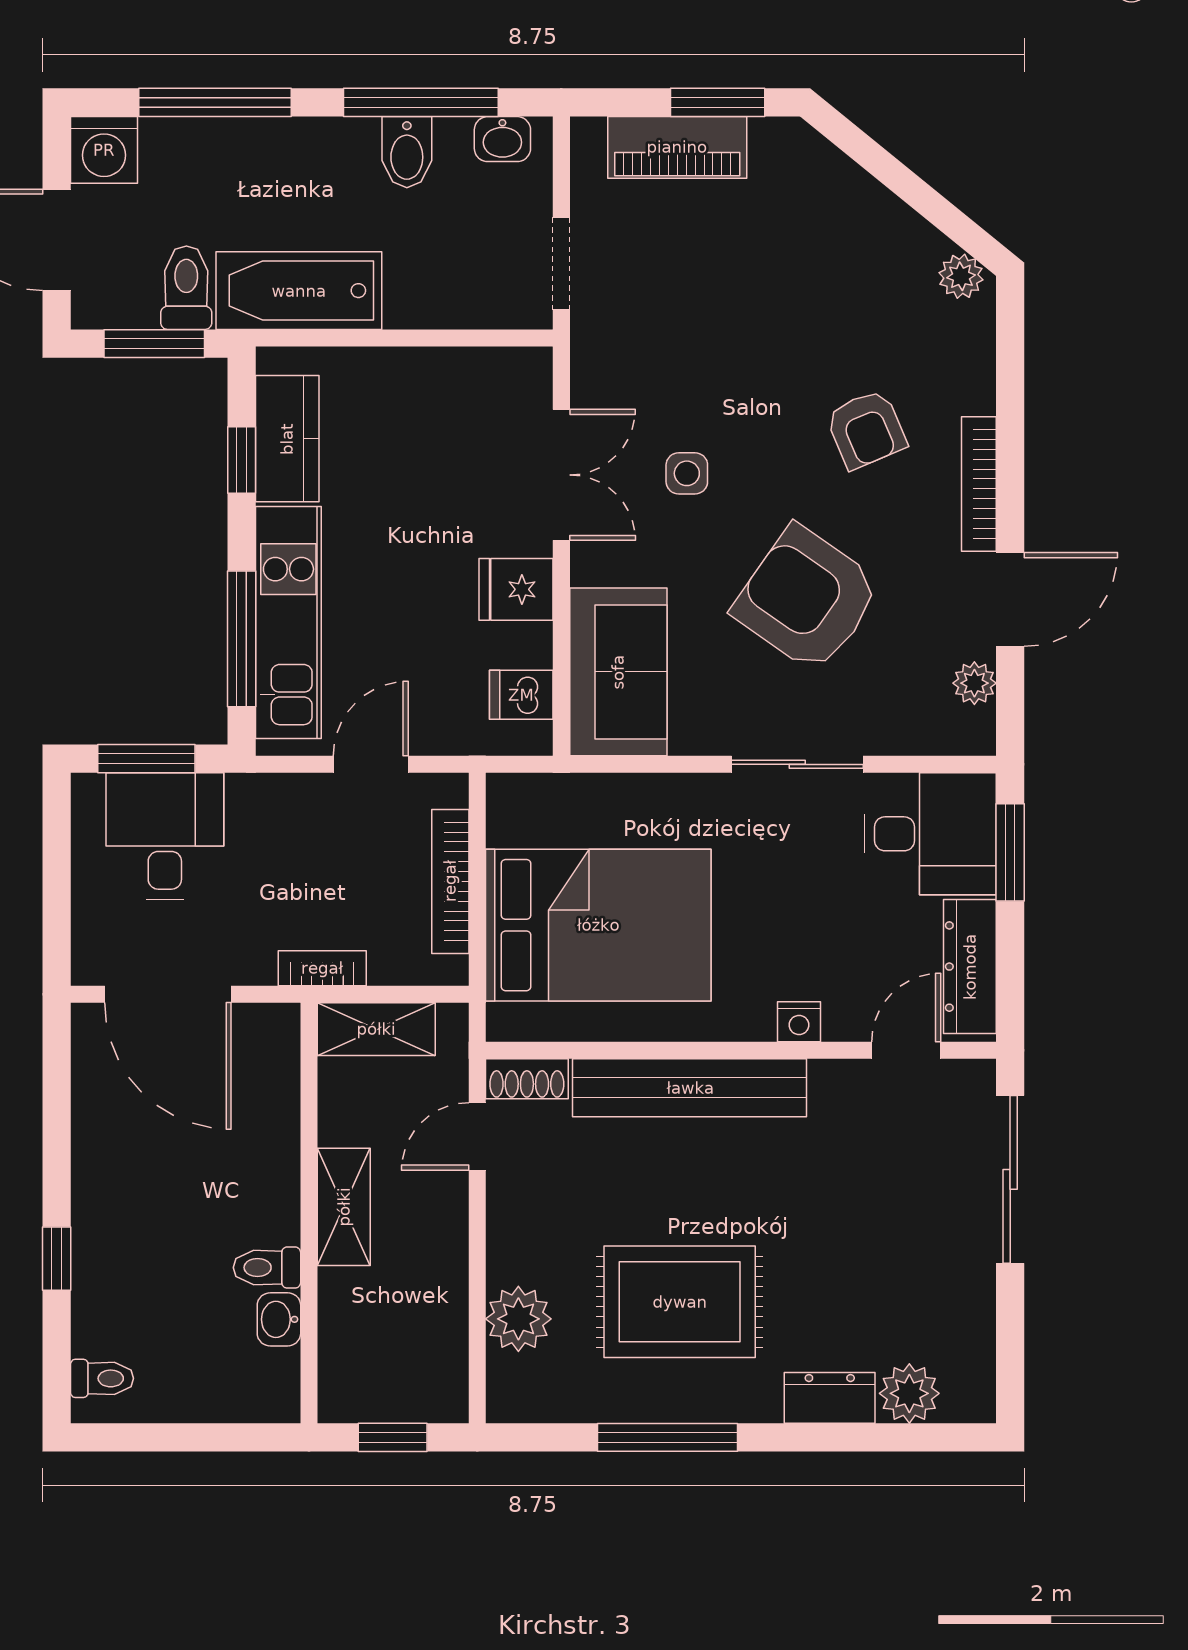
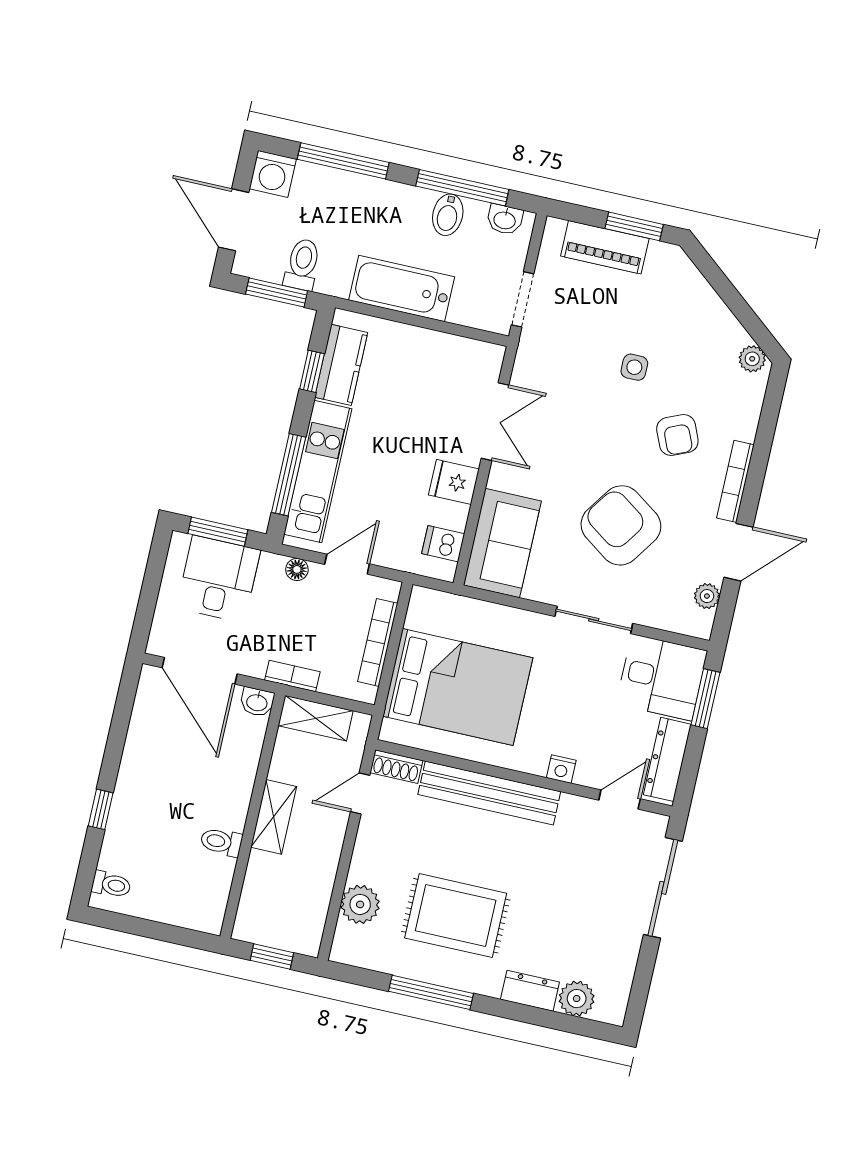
bathtub: (299, 291) -> (402, 289), moved
side table: (687, 473) -> (634, 367), moved
floor lamp: (290, 791) -> (297, 569), added
washbasin: (279, 1319) -> (257, 702), moved, turned -90

